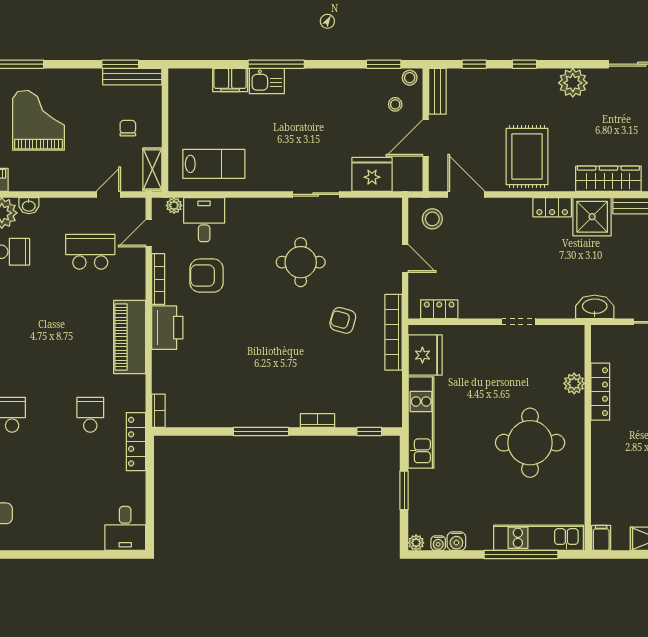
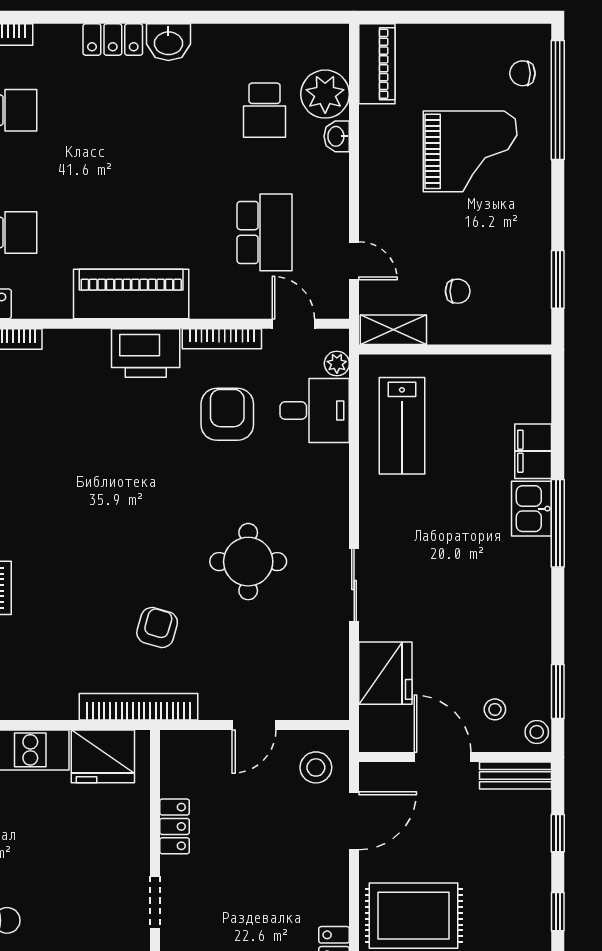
bench: (132, 77) -> (538, 298), removed
locker: (439, 309) -> (175, 826), moved

